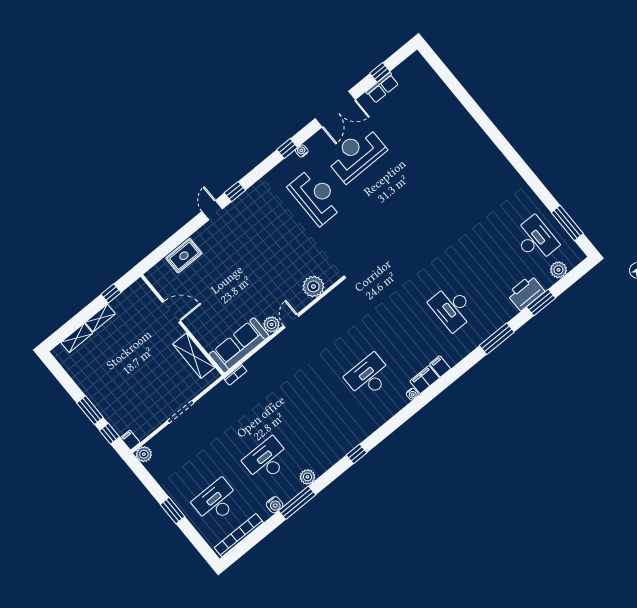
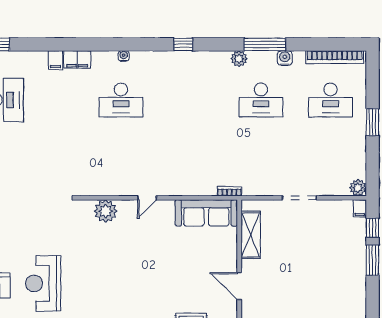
plant: (272, 324) -> (166, 208), removed
water cooler: (412, 394) -> (124, 56), moved

